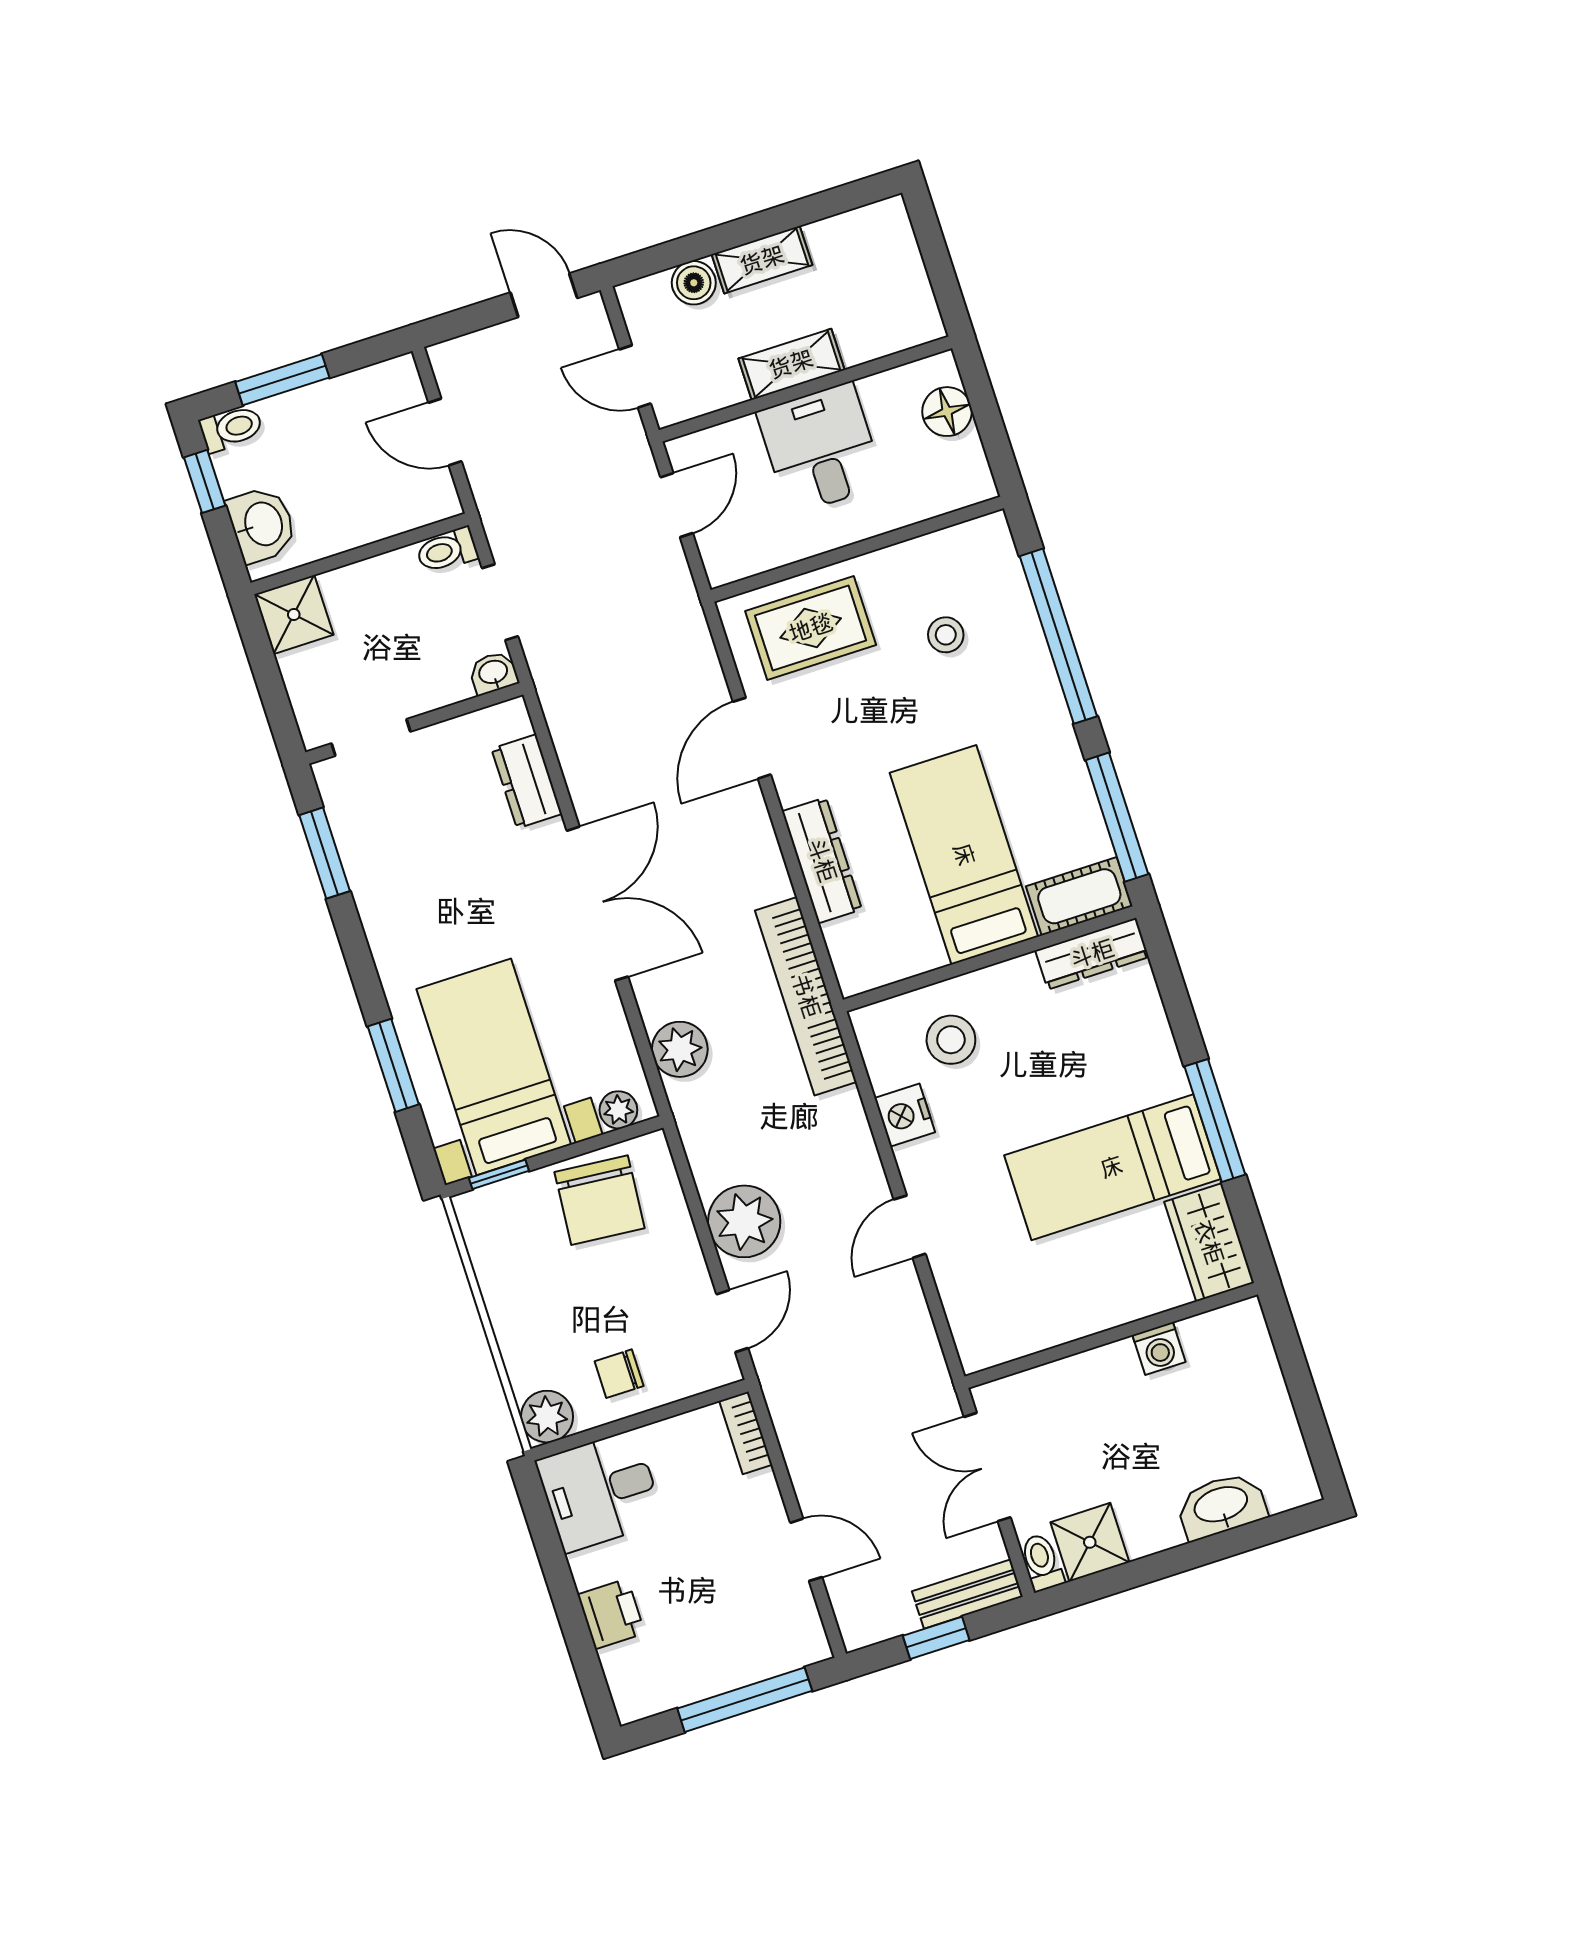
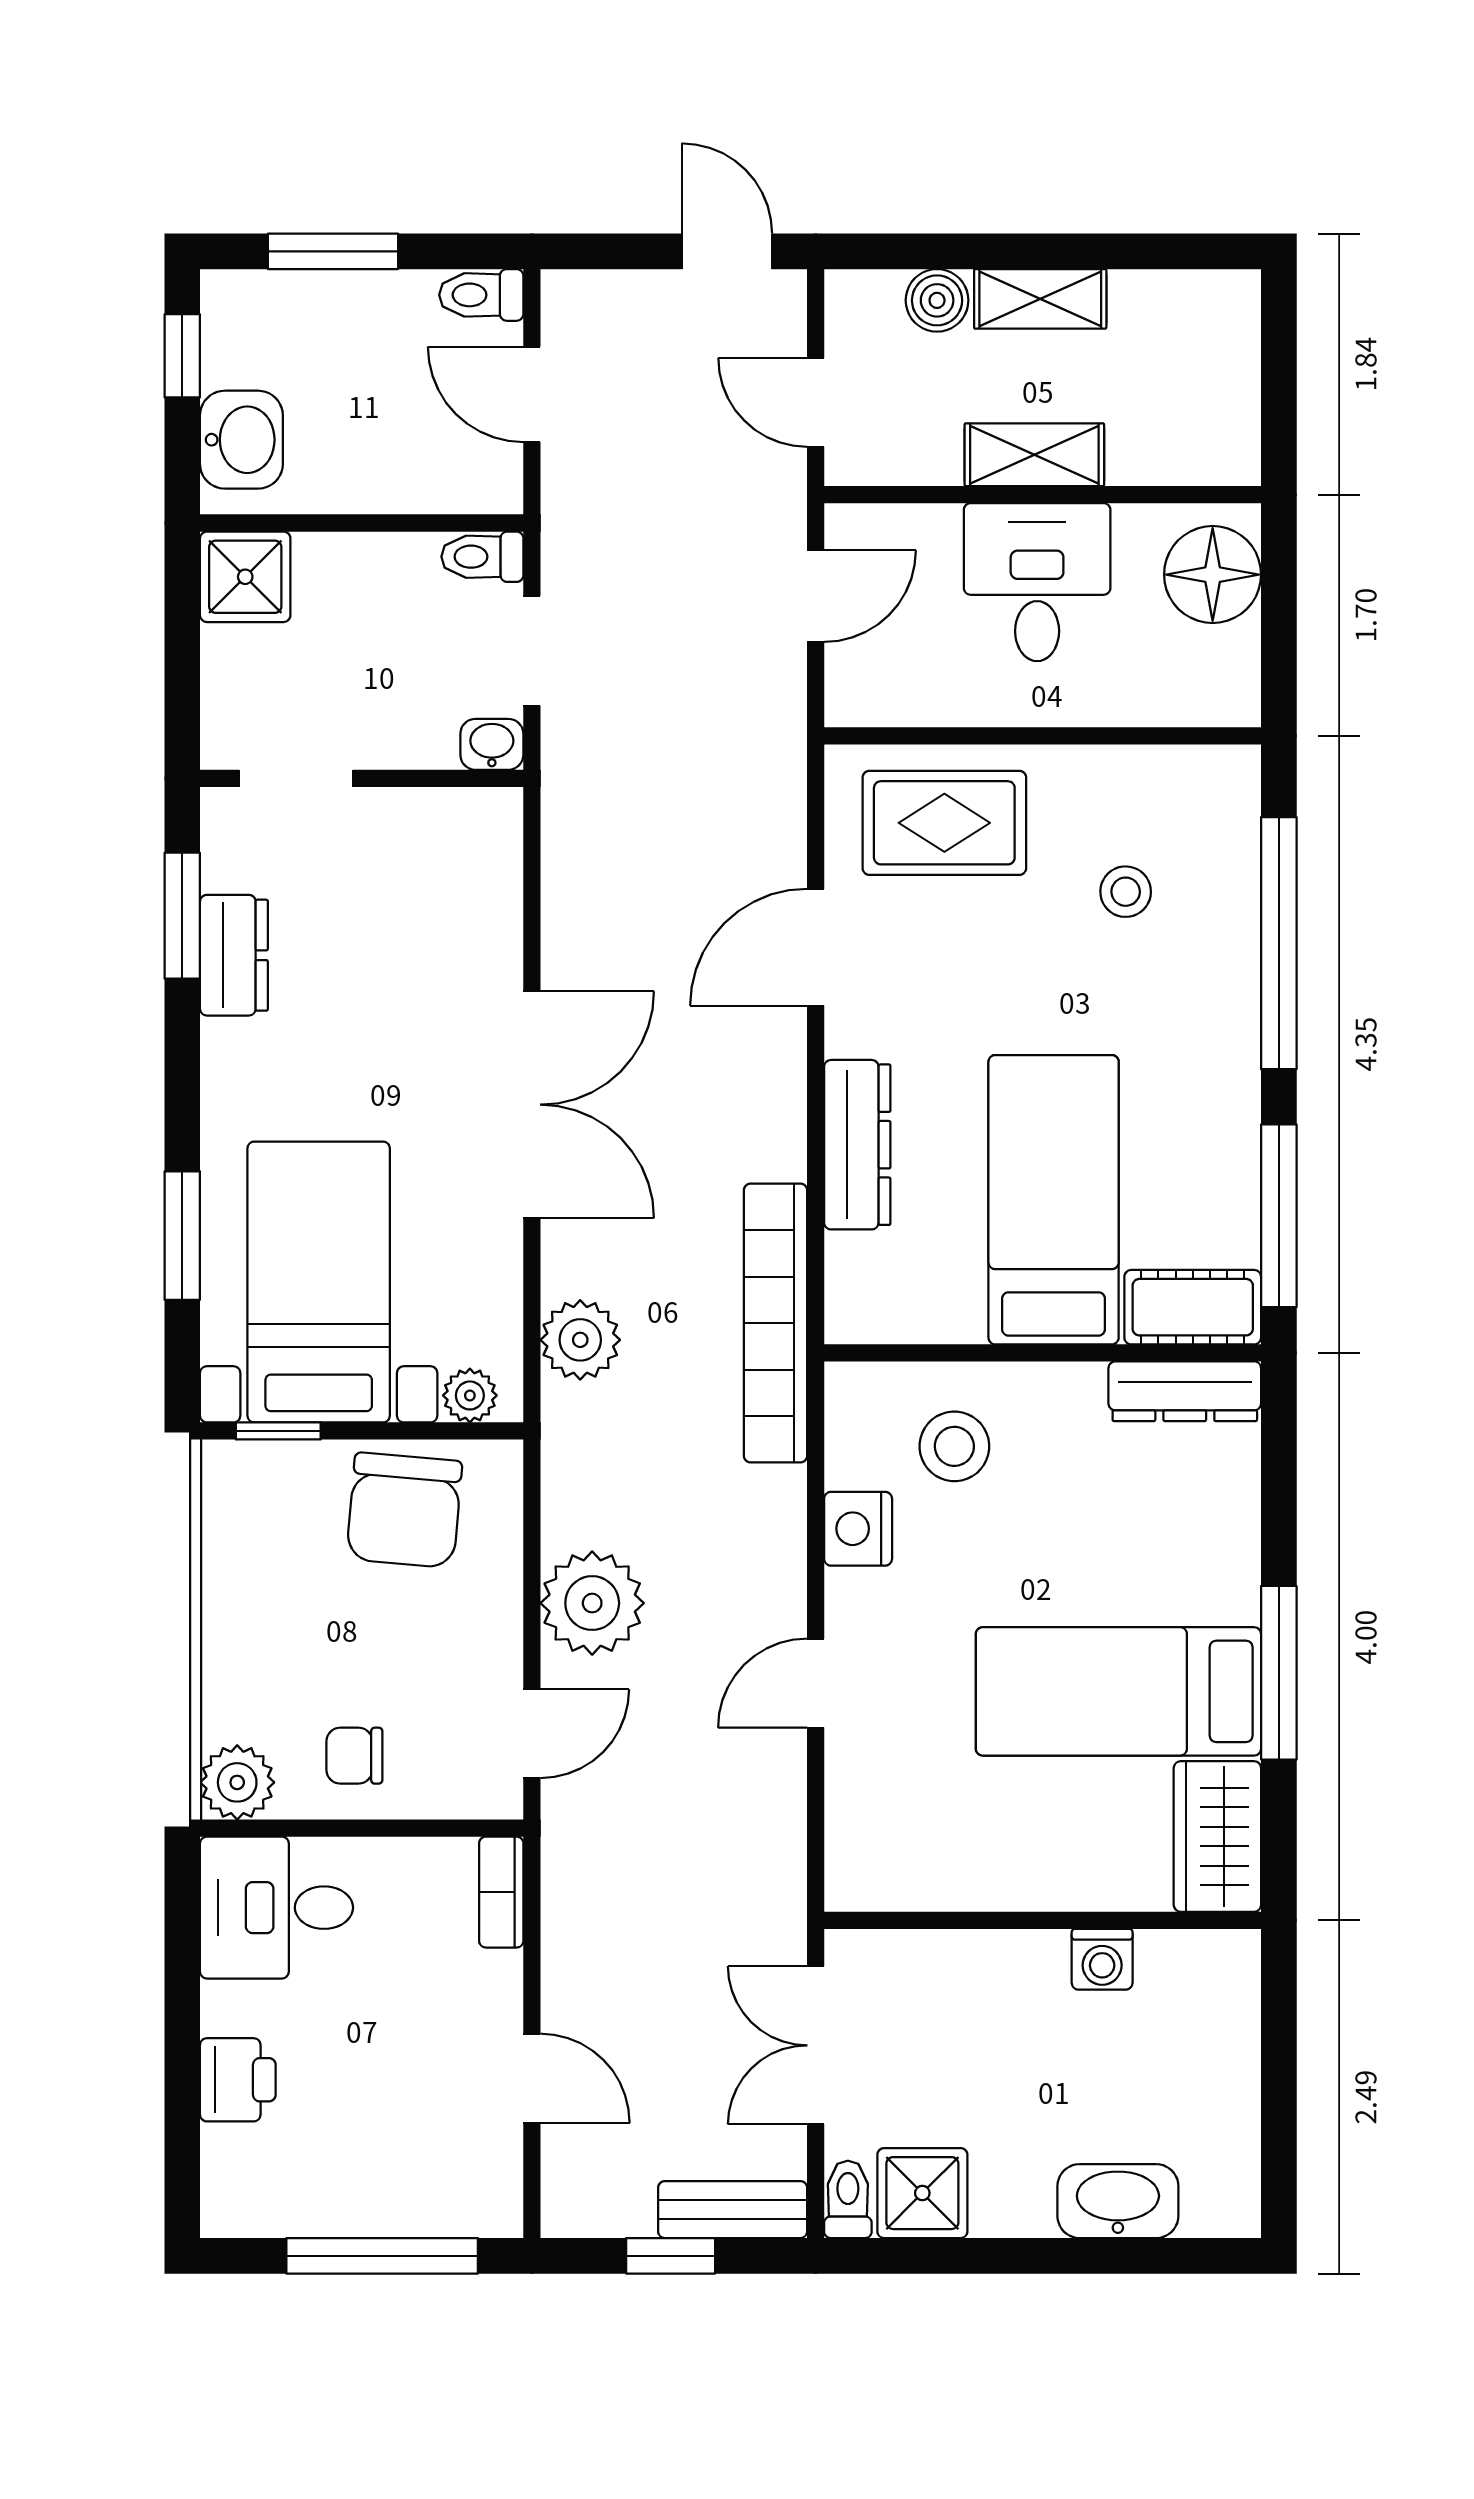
floor lamp: (947, 412) -> (1213, 575), width x1.38, depth x1.38
toilet: (231, 428) -> (481, 295), moved, turned 180
dresser: (527, 781) -> (234, 955), moved, turned 180

